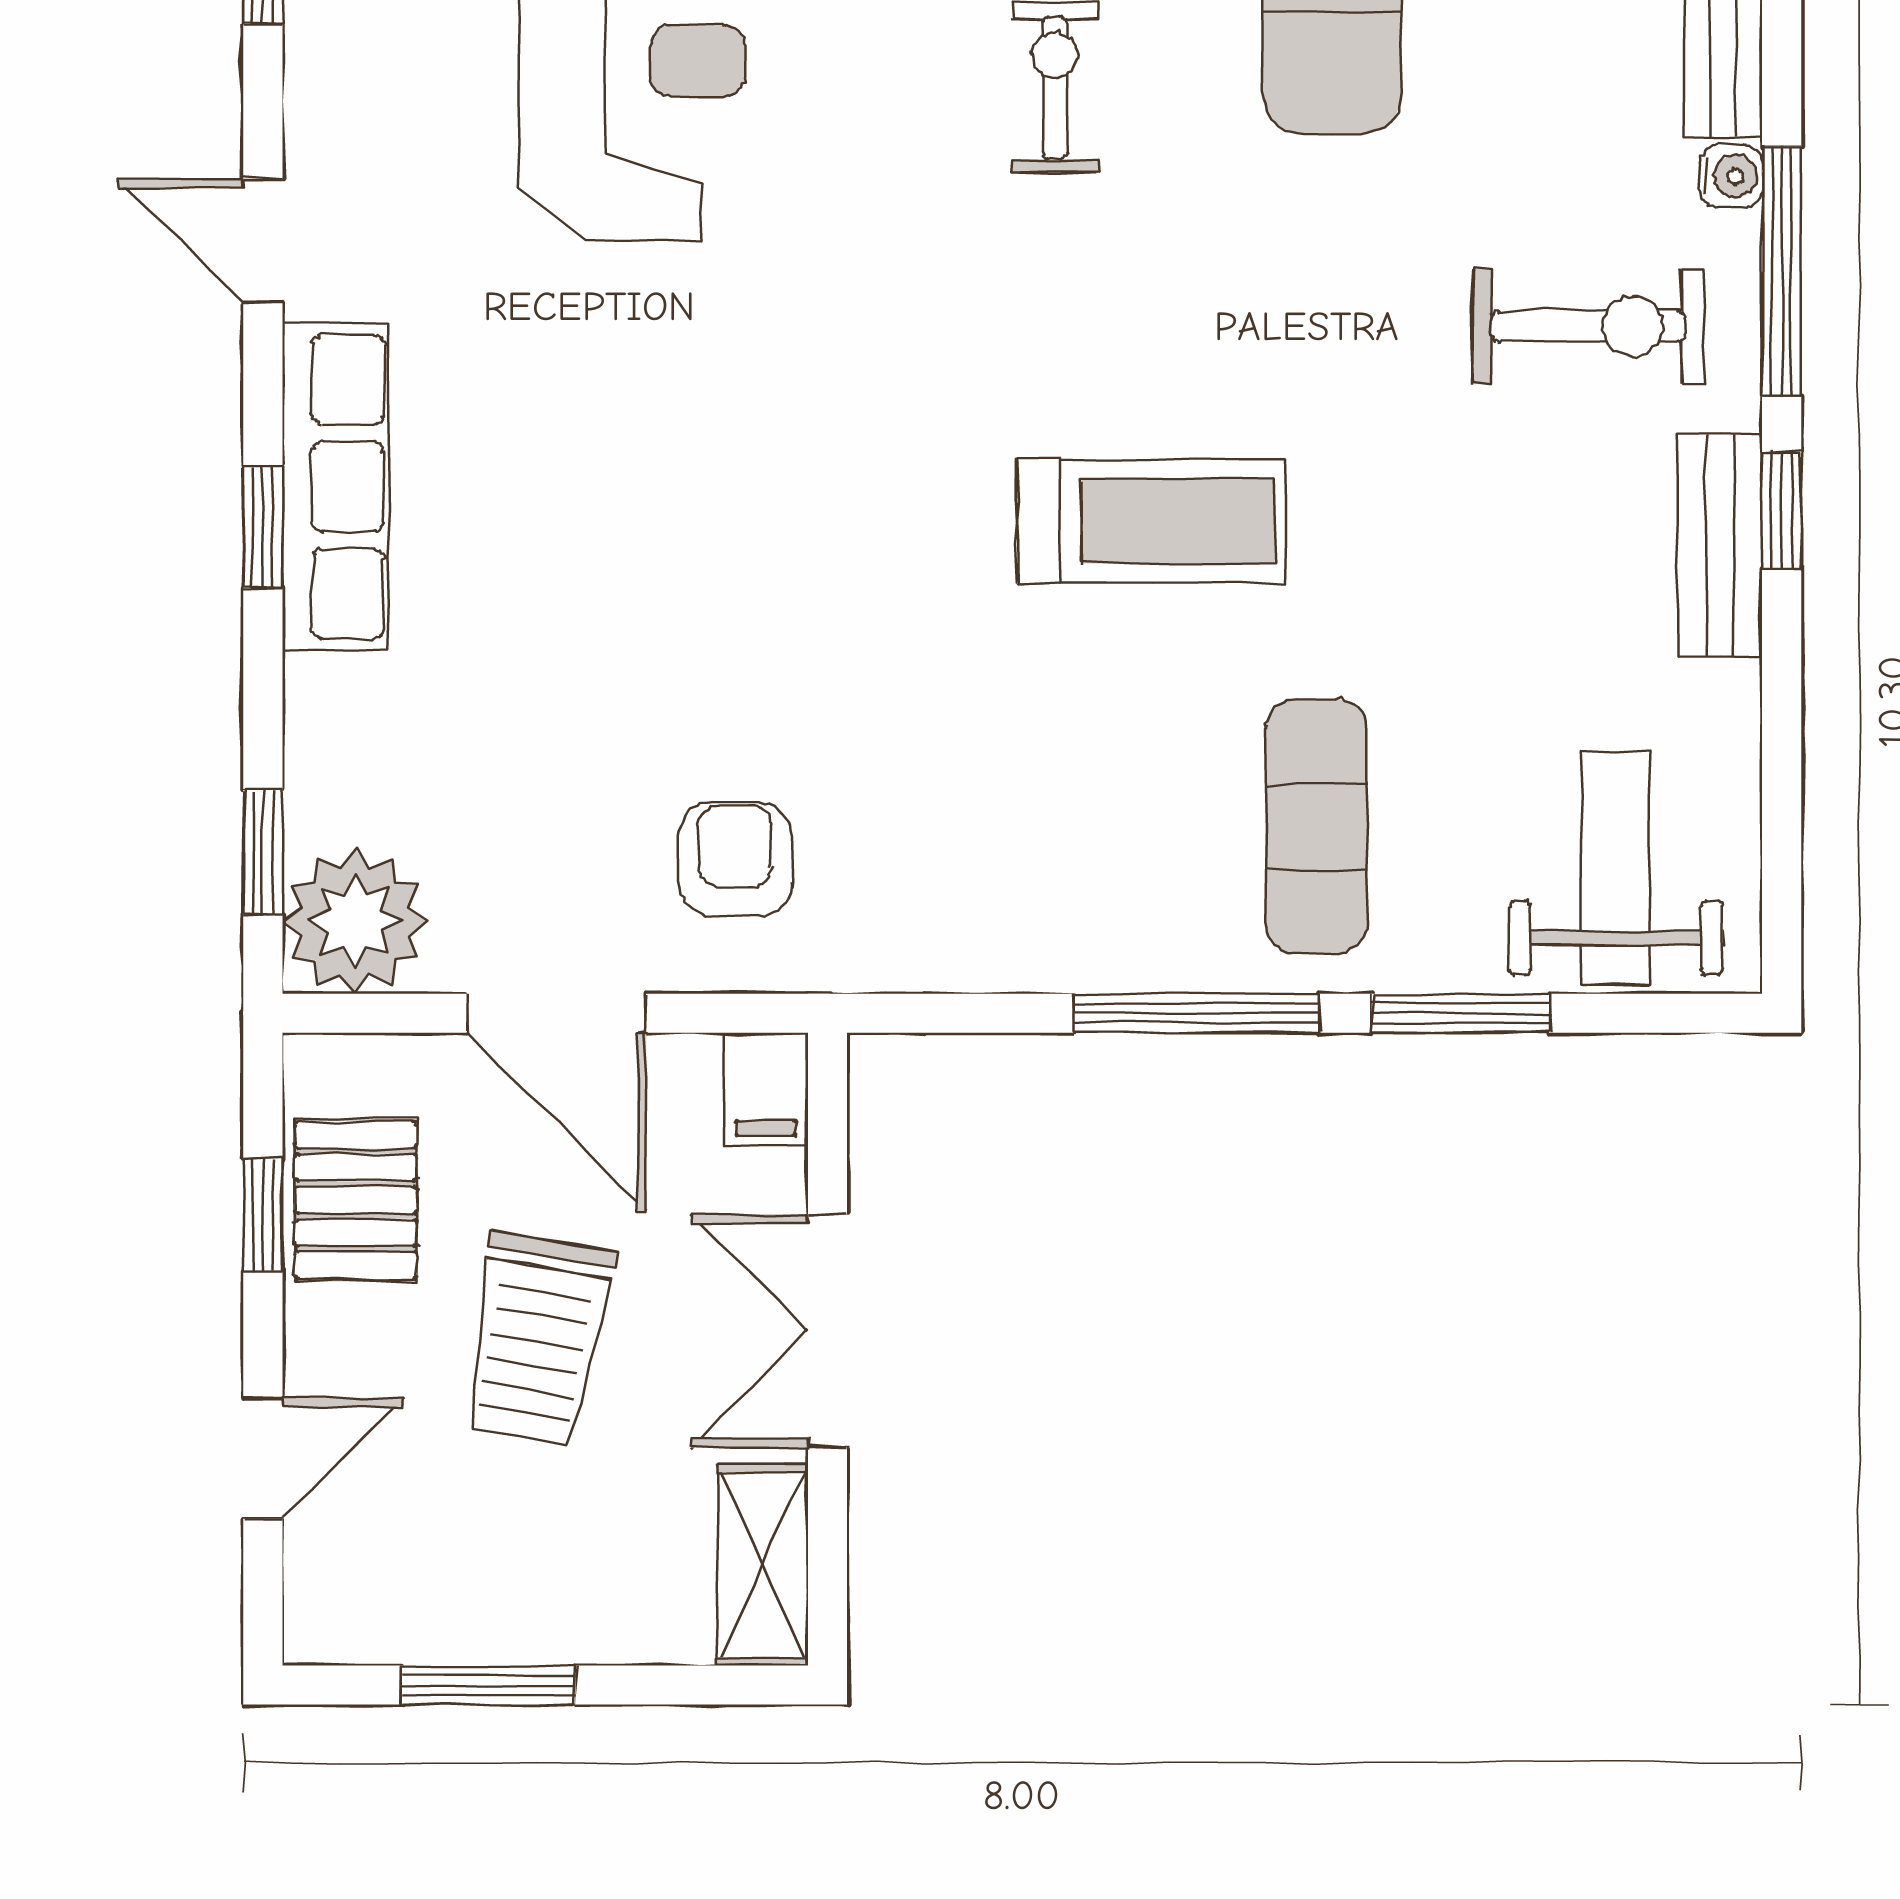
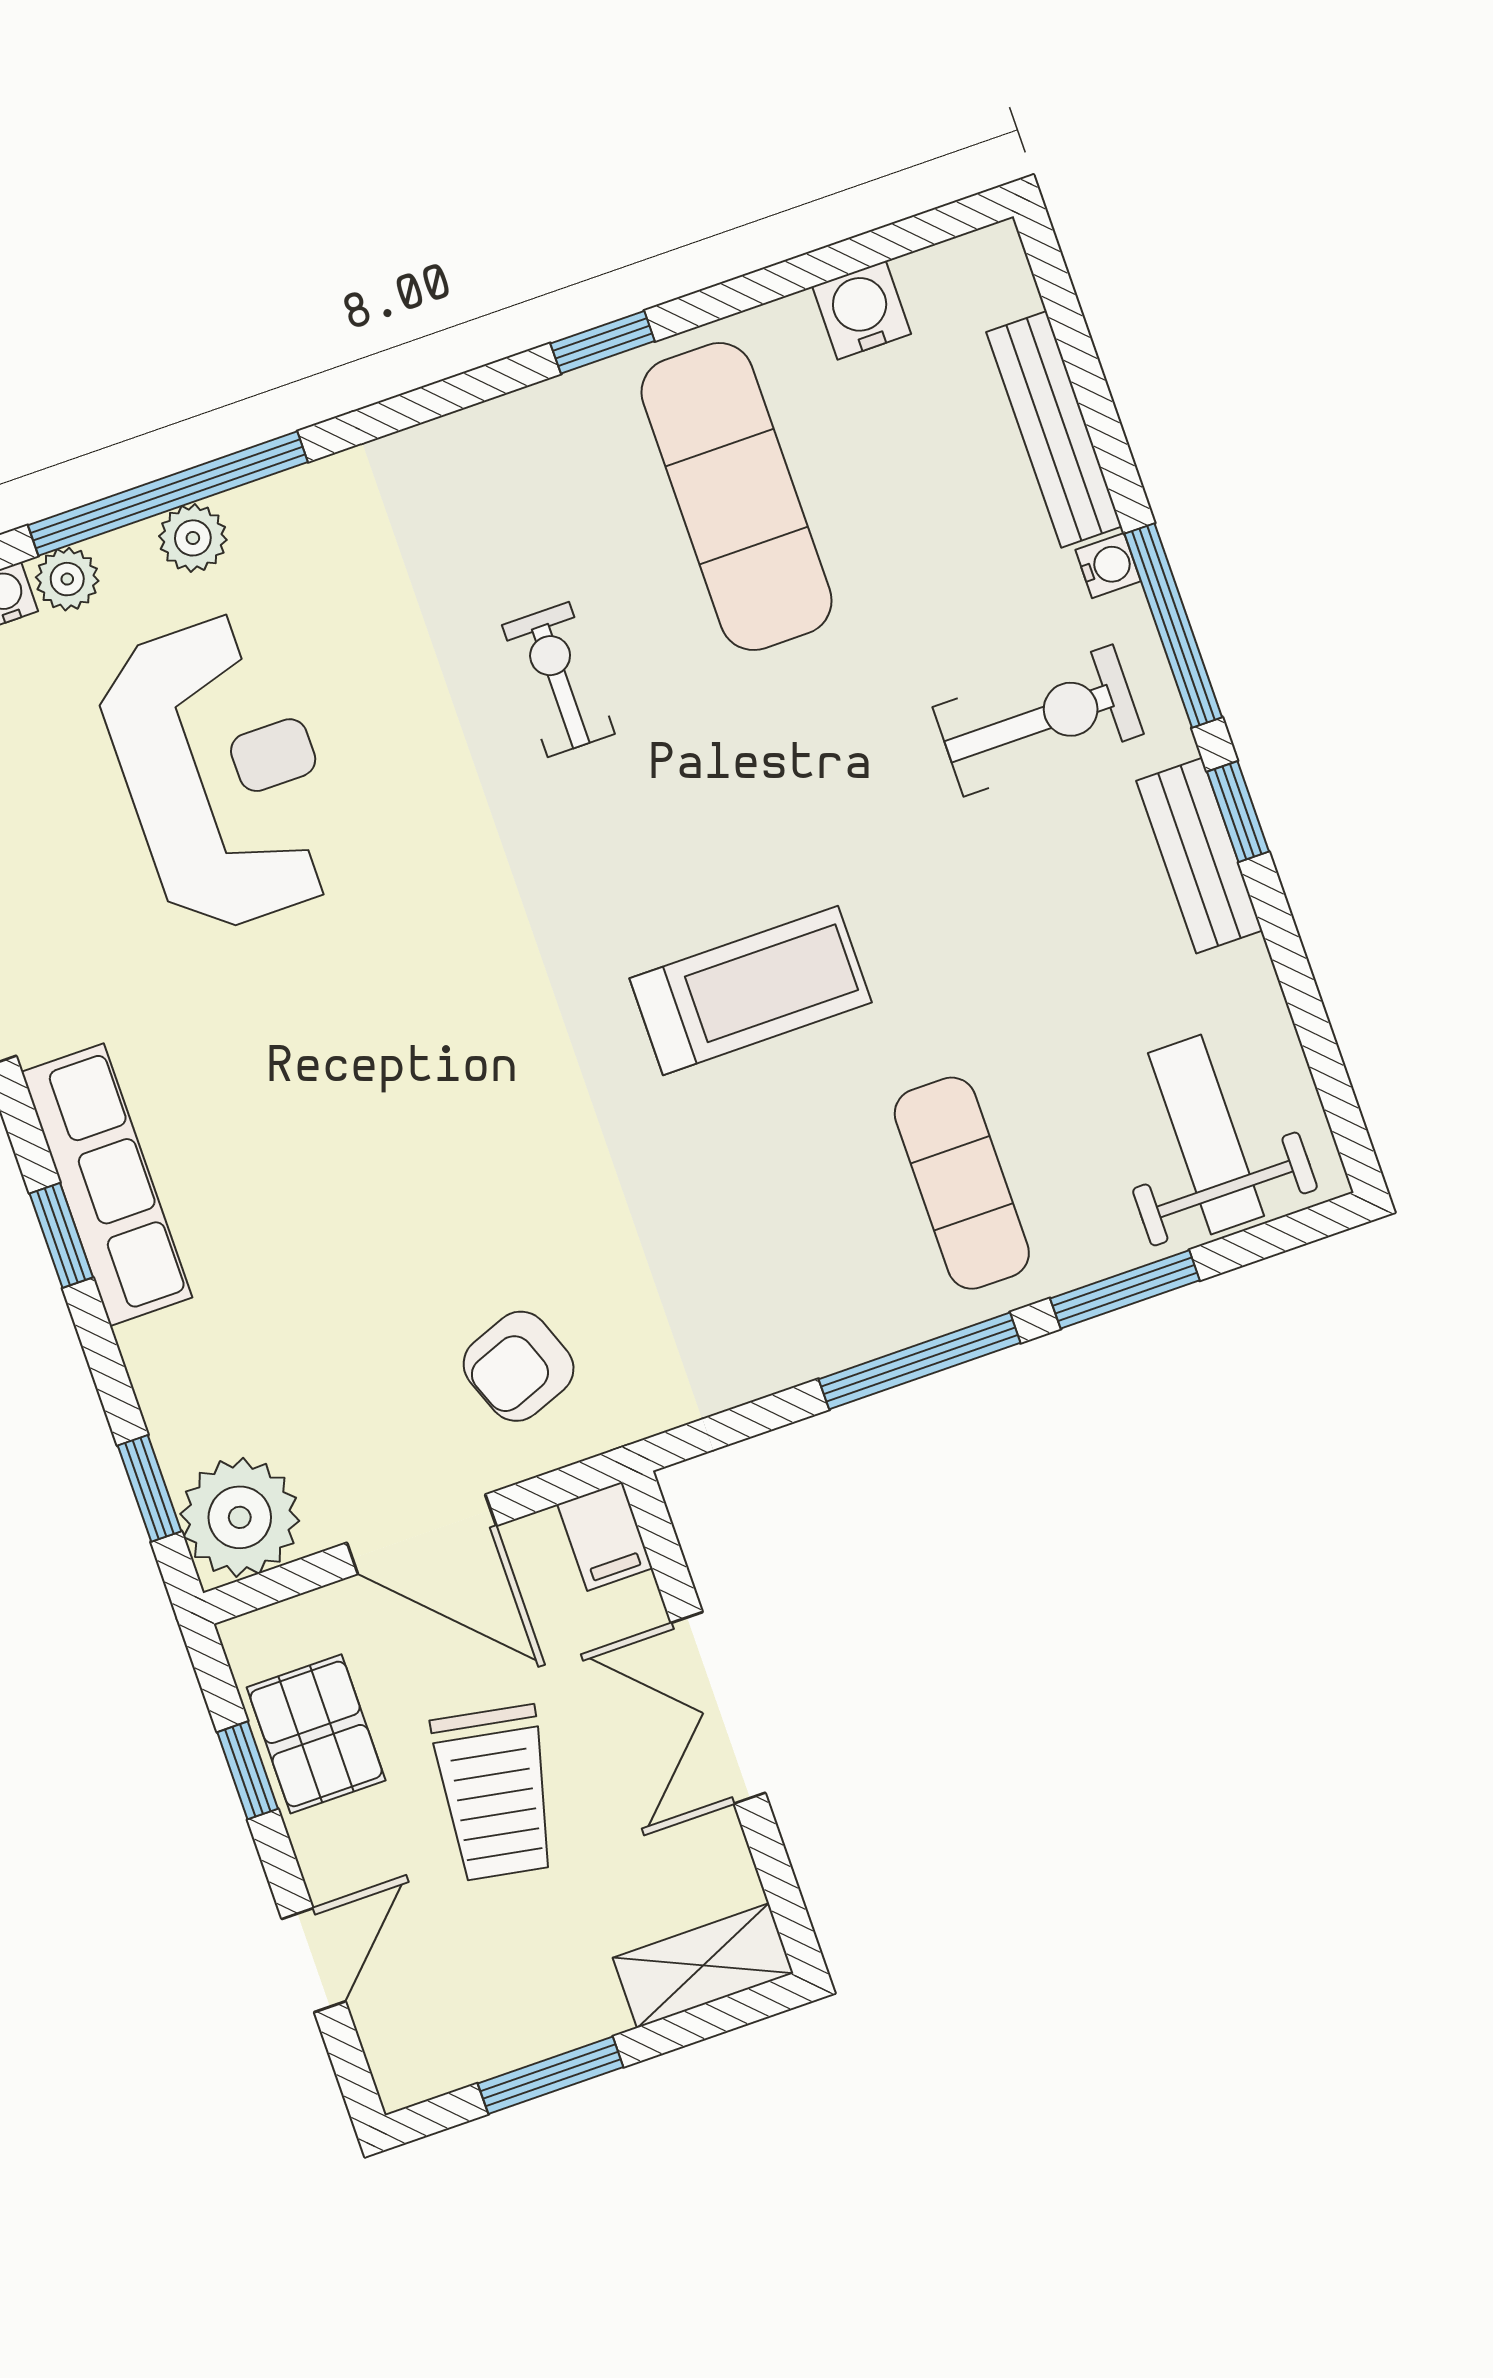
armchair: (735, 859) -> (519, 1366), turned -111
shelving: (763, 1565) -> (703, 1966), moved, turned 90

